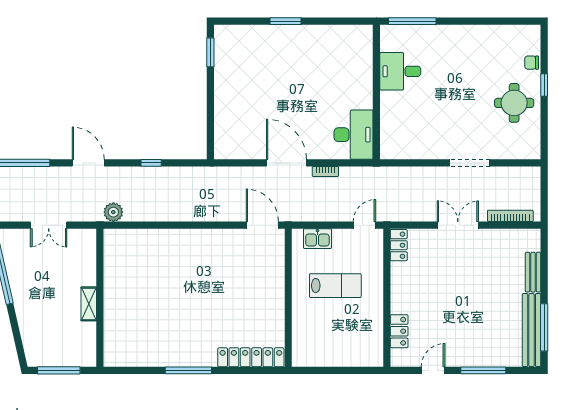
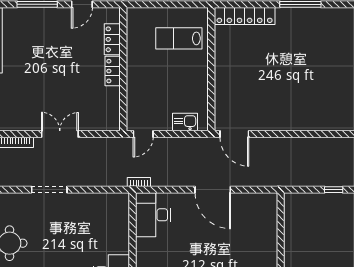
bookcase: (325, 172) -> (139, 182), moved
double door: (458, 225) -> (60, 134), swing flipped
locker: (399, 245) -> (113, 71), moved
lab bench: (335, 286) -> (179, 38), moved

